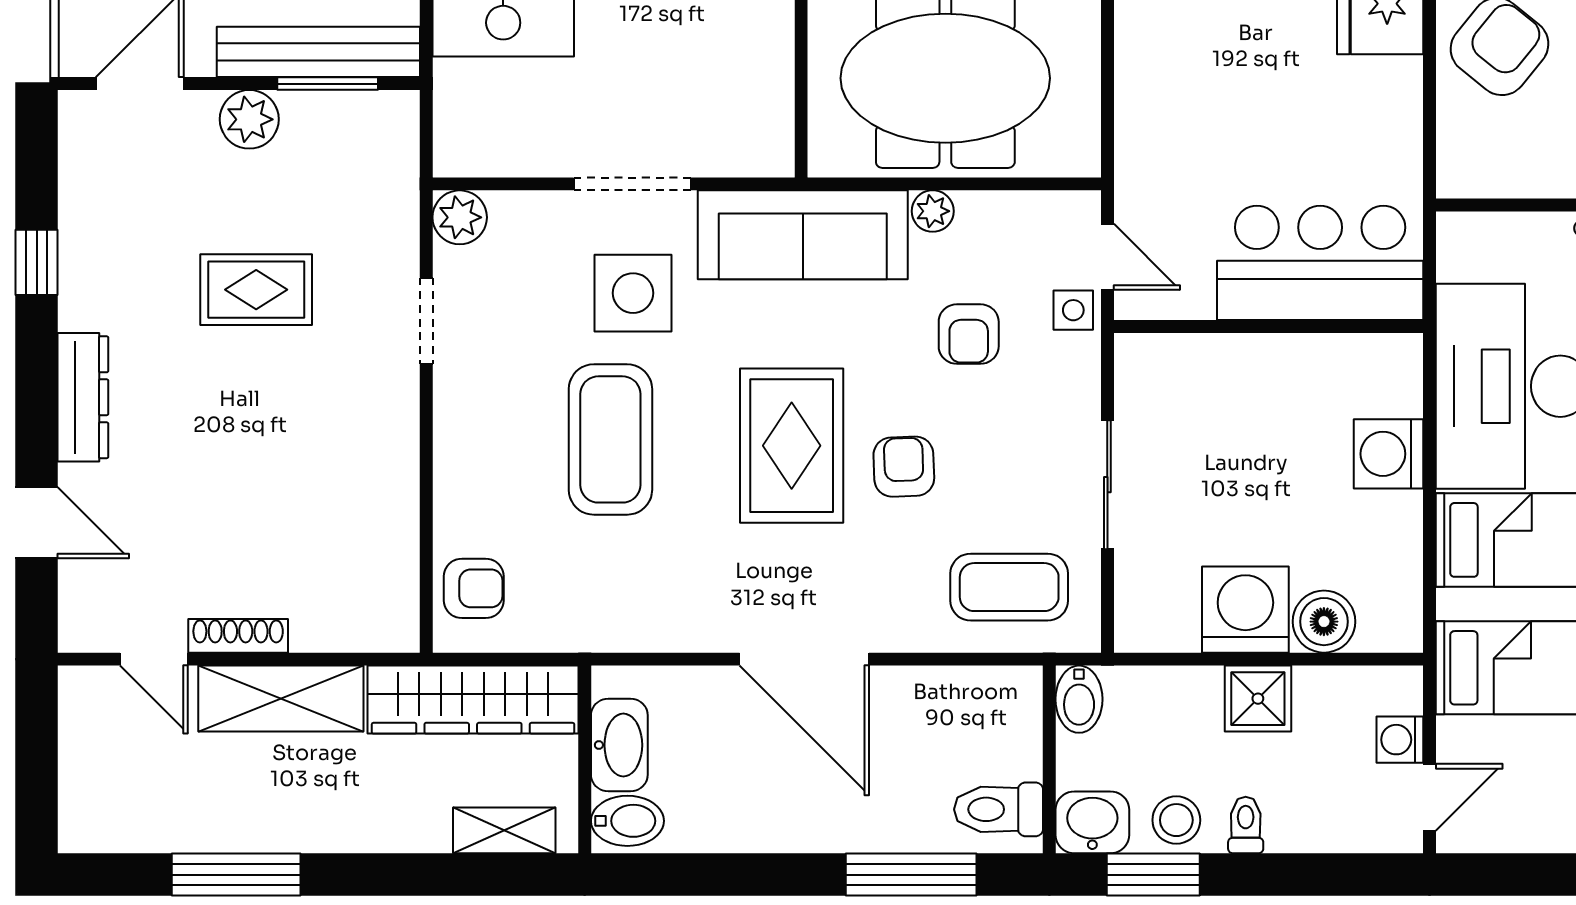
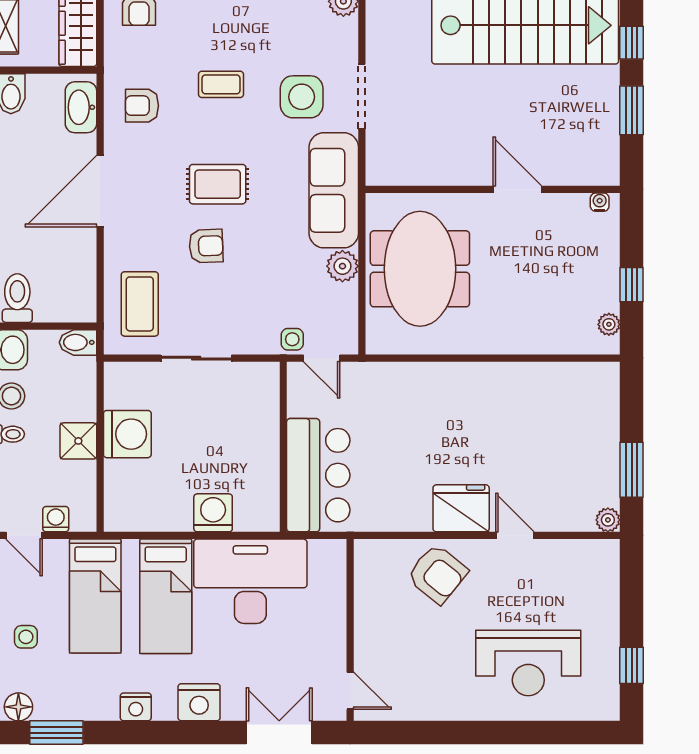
plant: (933, 211) -> (342, 266), width x1.38, depth x1.38
door: (1107, 257) -> (322, 358), hinge flipped
armchair: (969, 334) -> (142, 106), moved
coffee table: (610, 439) -> (221, 84), width x0.54, depth x0.58
rug: (792, 446) -> (218, 184), width x0.73, depth x0.70
boiler: (1324, 622) -> (121, 477), removed
washbasin: (619, 745) -> (81, 107), moved, turned 90

